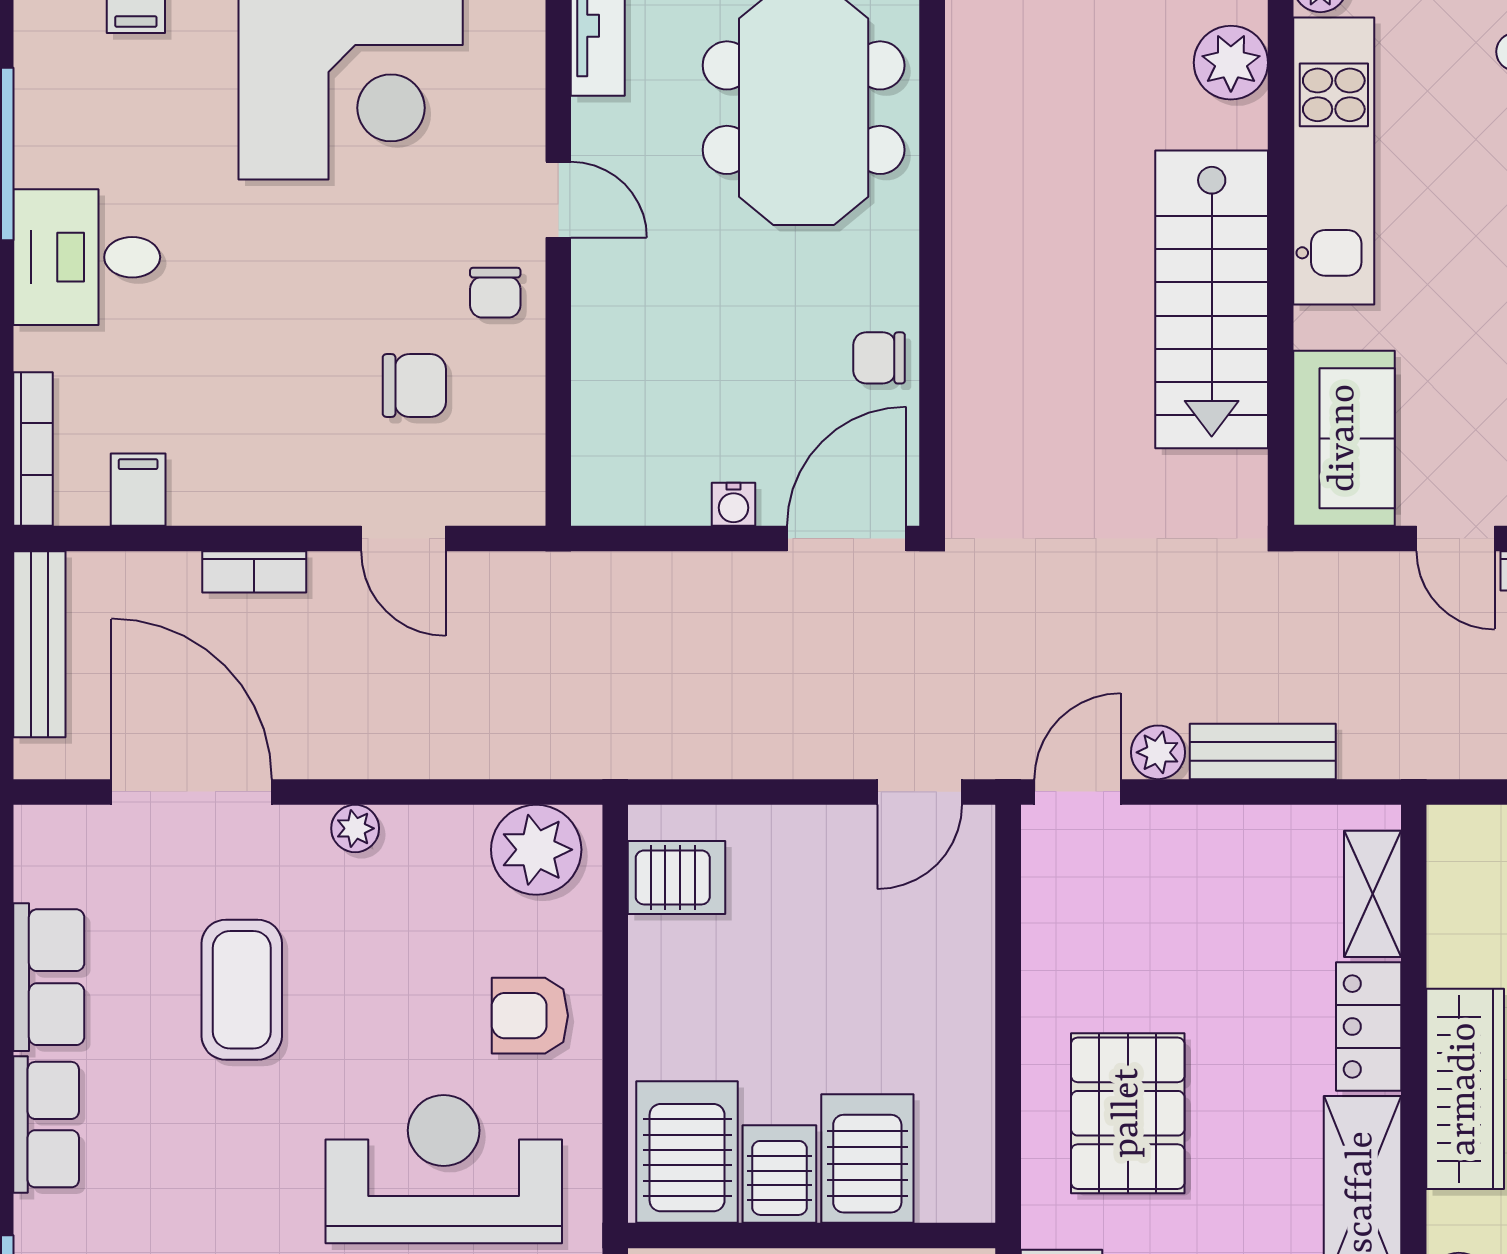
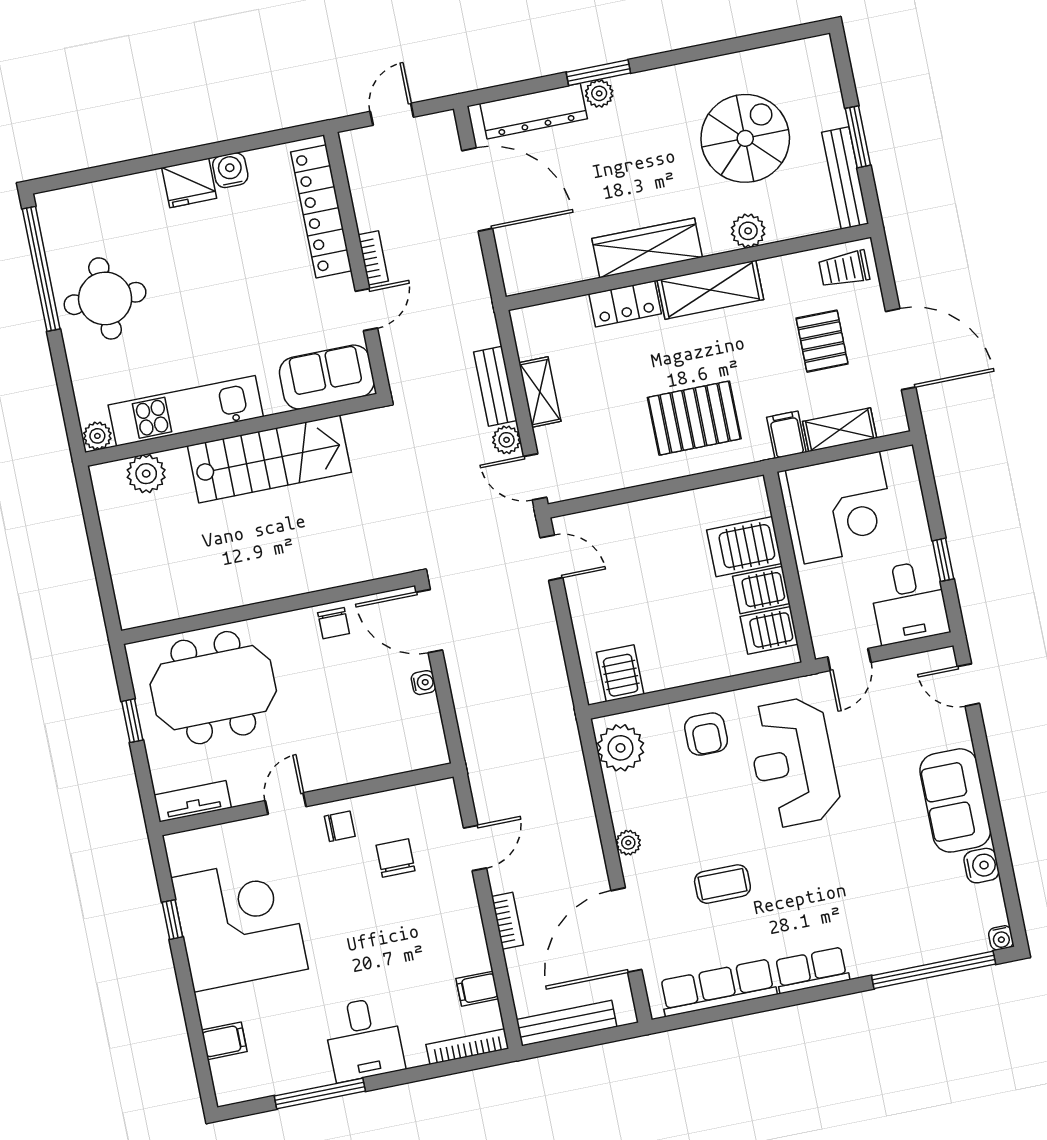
shelving: (1373, 894) -> (540, 392), moved, turned 90
row of seats: (49, 977) -> (718, 988), width x1.48
coffee table: (242, 990) -> (722, 884), width x0.73, depth x0.77
server rack: (687, 1152) -> (769, 630), width x0.73, depth x0.70

